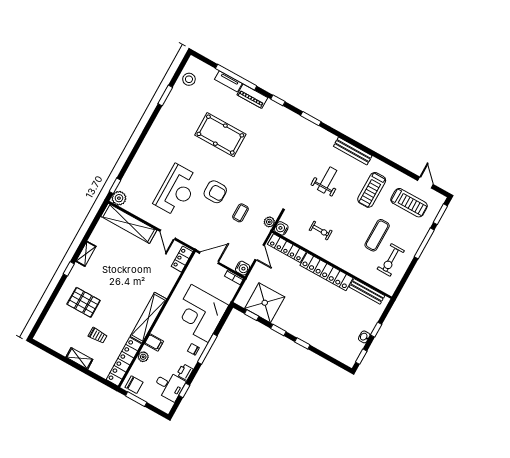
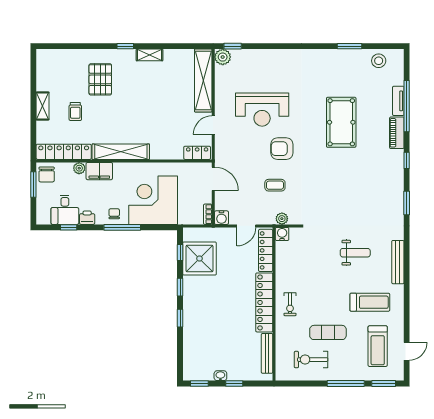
treadmill: (372, 190) -> (370, 302), turned 180
armchair: (215, 192) -> (282, 149), turned 90
exercise bike: (321, 230) -> (290, 304), moved
filing cabinet: (154, 343) -> (99, 171), width x2.00

